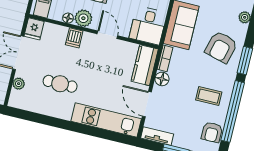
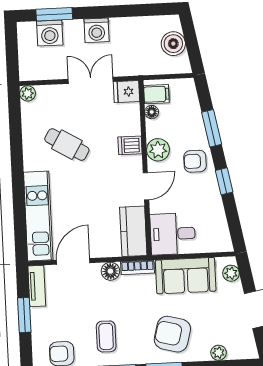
floor lamp: (68, 18) -> (152, 112), moved
kitchen counter: (145, 65) -> (133, 231), moved, turned -90
plant: (19, 84) -> (28, 93), moved
cafe table: (60, 84) -> (67, 145), turned -59

